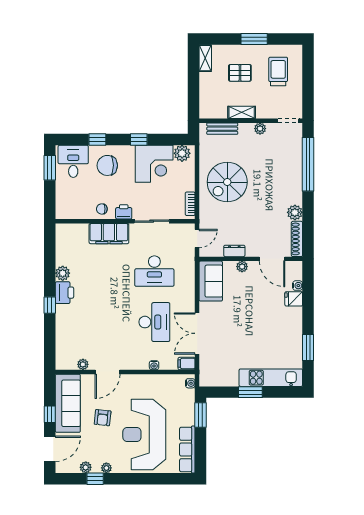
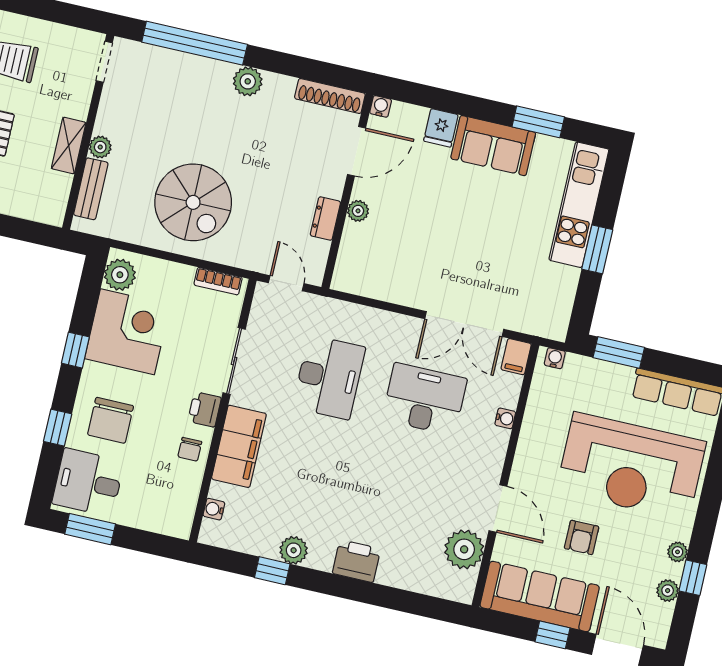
plant: (260, 129) -> (100, 147), moved
plant: (295, 212) -> (248, 81), moved
water cooler: (74, 228) -> (214, 509), added
sofa: (211, 281) -> (493, 146), moved, turned 180
water cooler: (298, 286) -> (381, 106), moved
printer: (64, 293) -> (357, 561), moved
window: (50, 305) -> (272, 571), moved
plant: (83, 364) -> (464, 549), width x1.87, depth x1.87
armchair: (103, 418) -> (582, 537), turned 84

